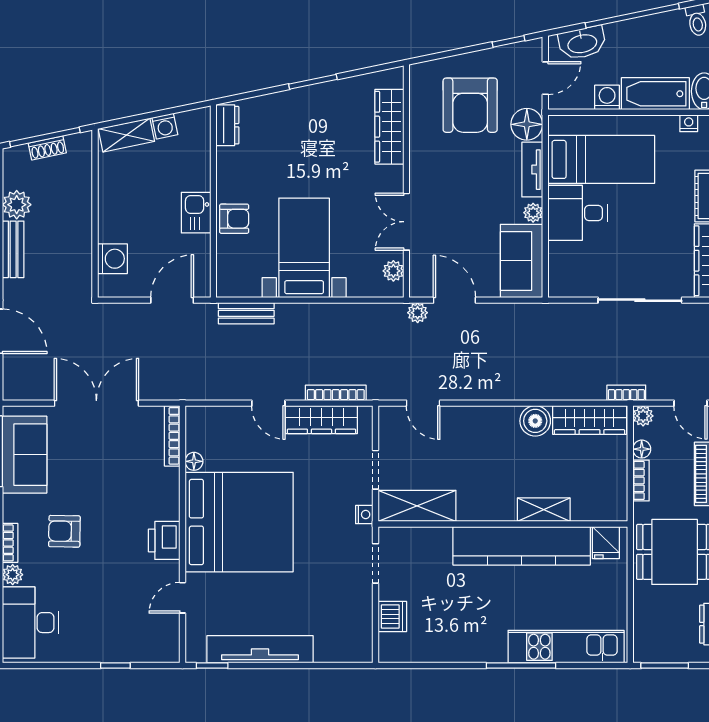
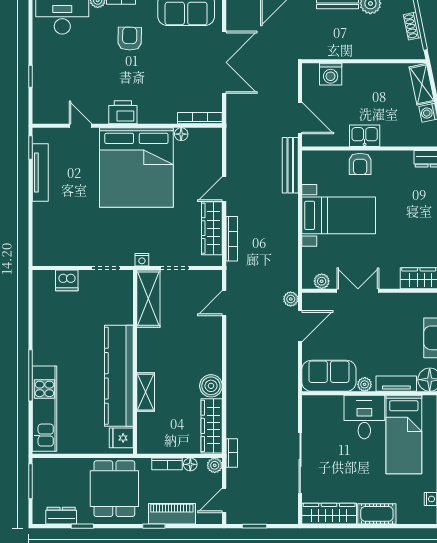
bench: (246, 313) -> (290, 165), width x1.36
tv unit: (260, 649) -> (40, 172), width x0.73, depth x0.78

